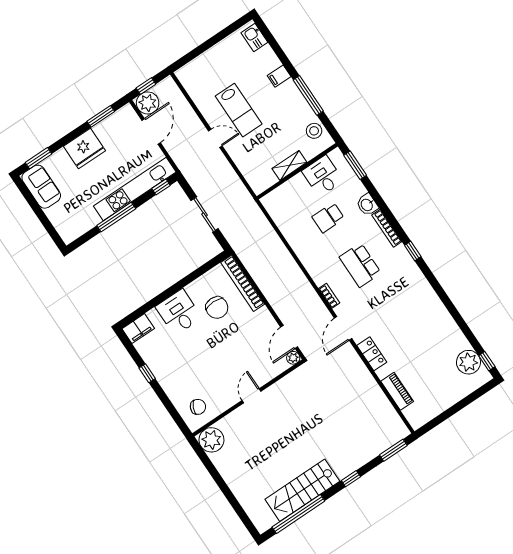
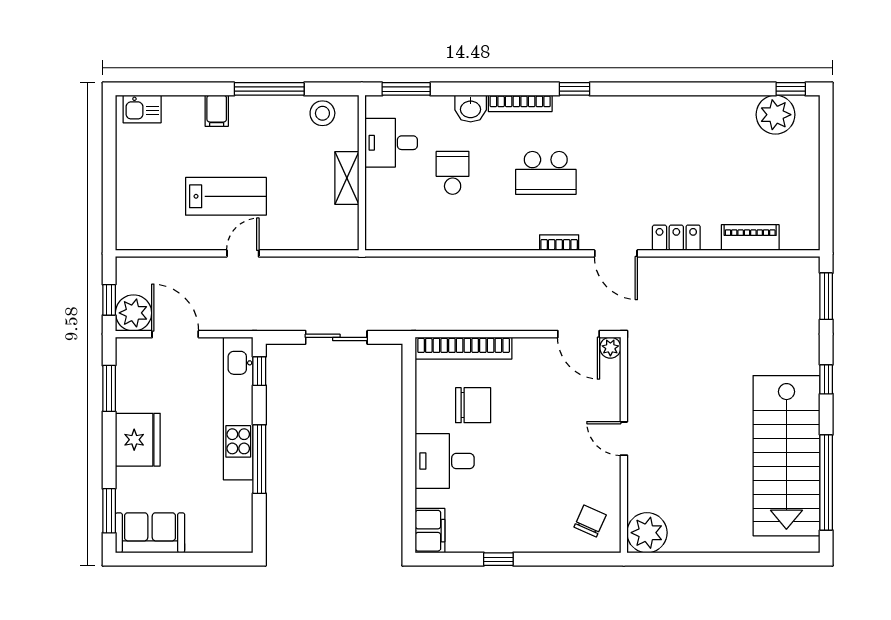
school desk: (328, 218) -> (453, 173), turned 180
stairs: (302, 490) -> (786, 456), width x1.36, depth x1.51

